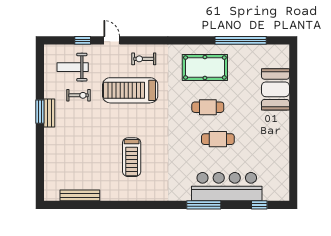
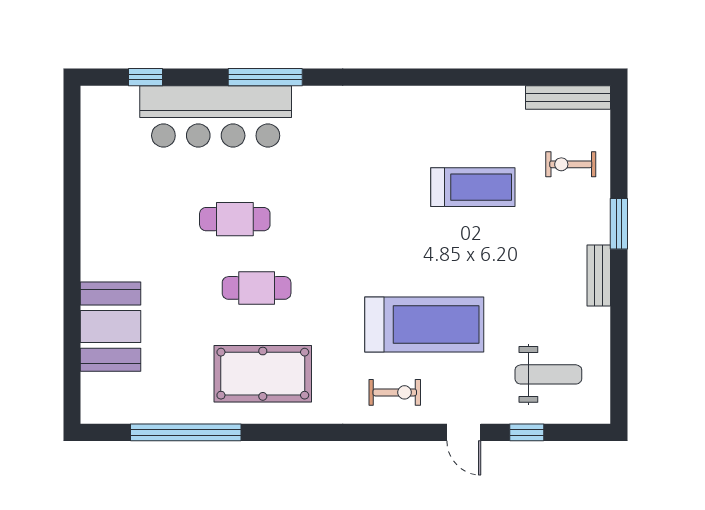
exercise bike: (79, 95) -> (571, 164), moved
window: (40, 112) -> (619, 224), moved
treadmill: (132, 157) -> (473, 187), moved, turned 90
bench: (80, 195) -> (568, 97), moved

